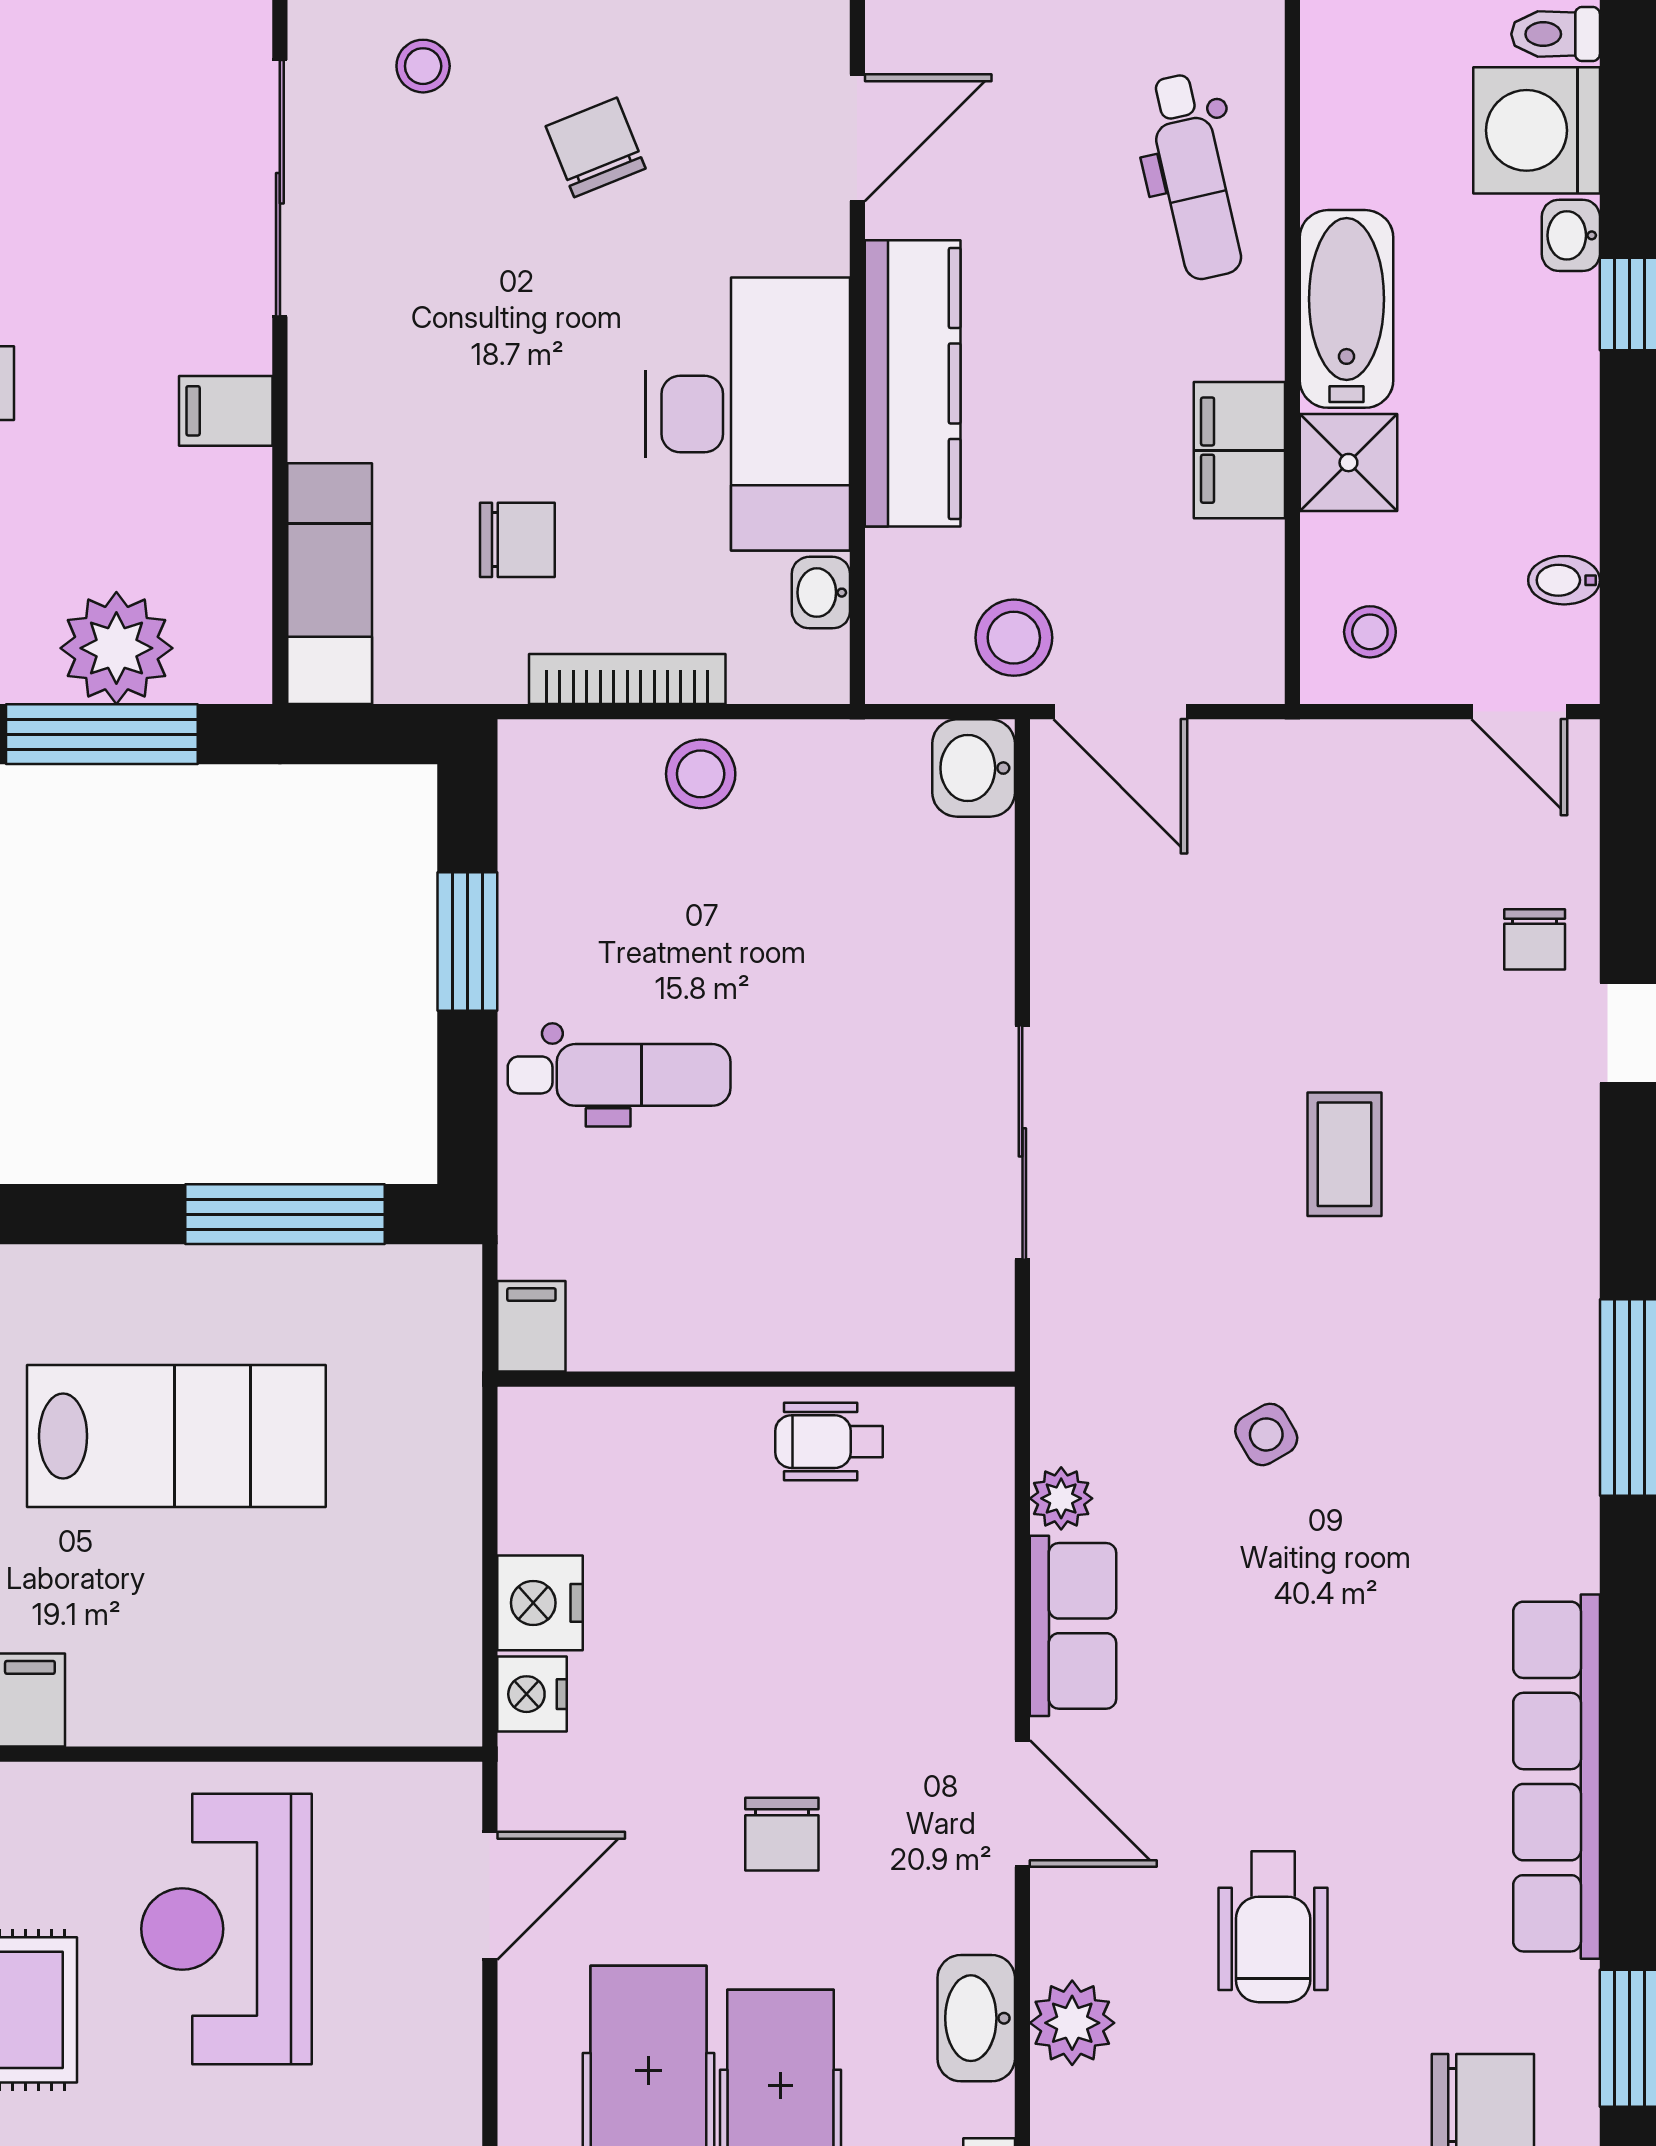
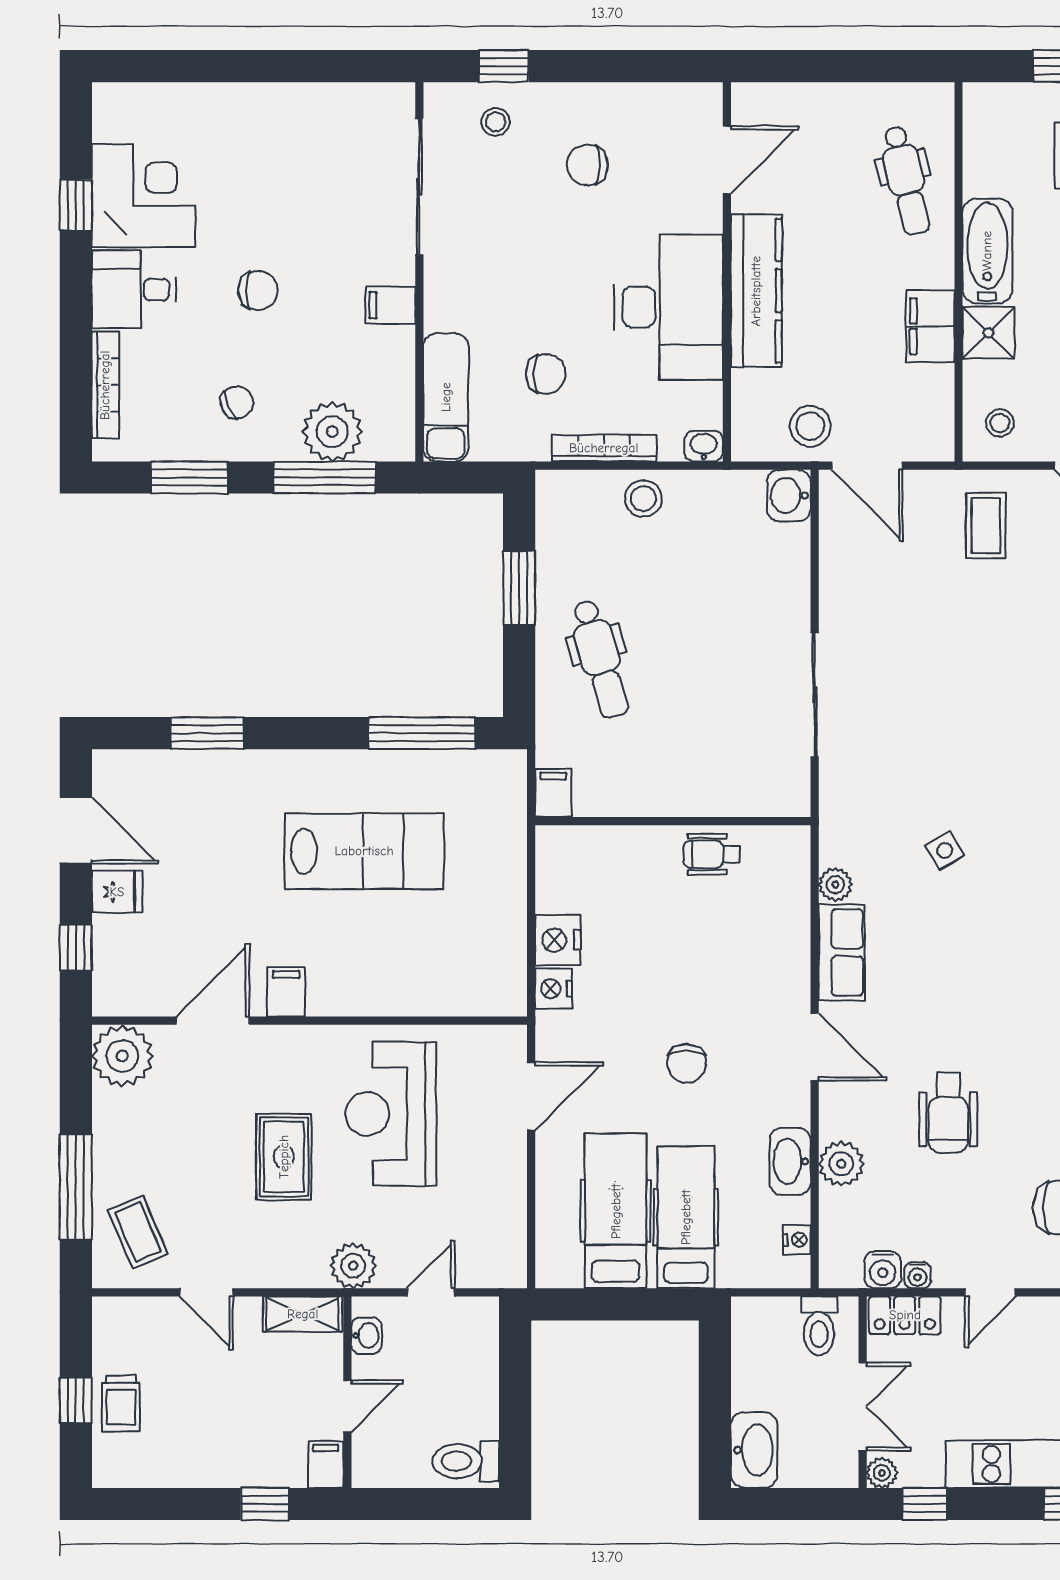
chair: (596, 147) -> (587, 165), turned -68
washbasin: (821, 593) -> (704, 446), moved, turned 90
dental chair: (619, 1075) -> (600, 659), turned 74
coffee table: (1344, 1154) -> (986, 526), moved

